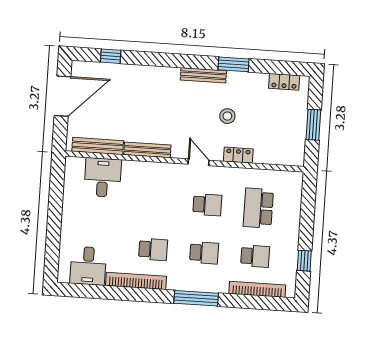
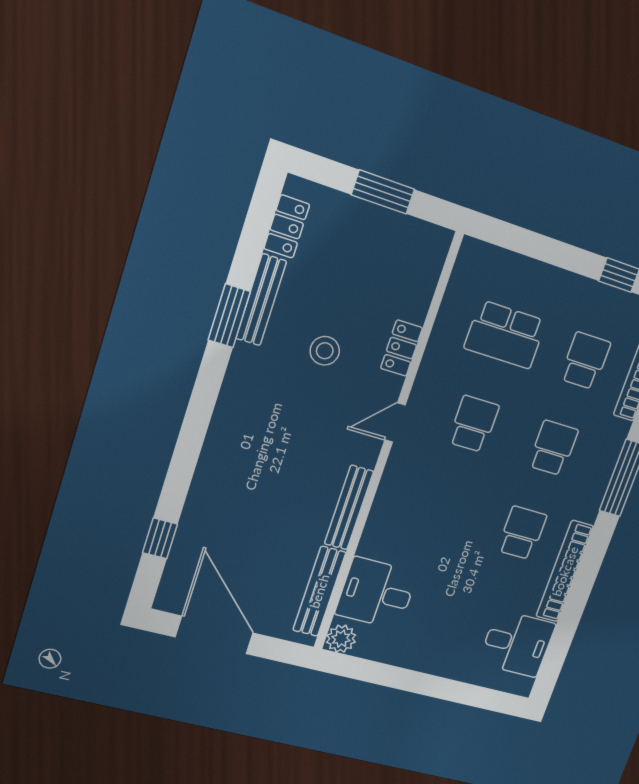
bench: (203, 75) -> (261, 300), moved
plant: (73, 165) -> (341, 639), added

